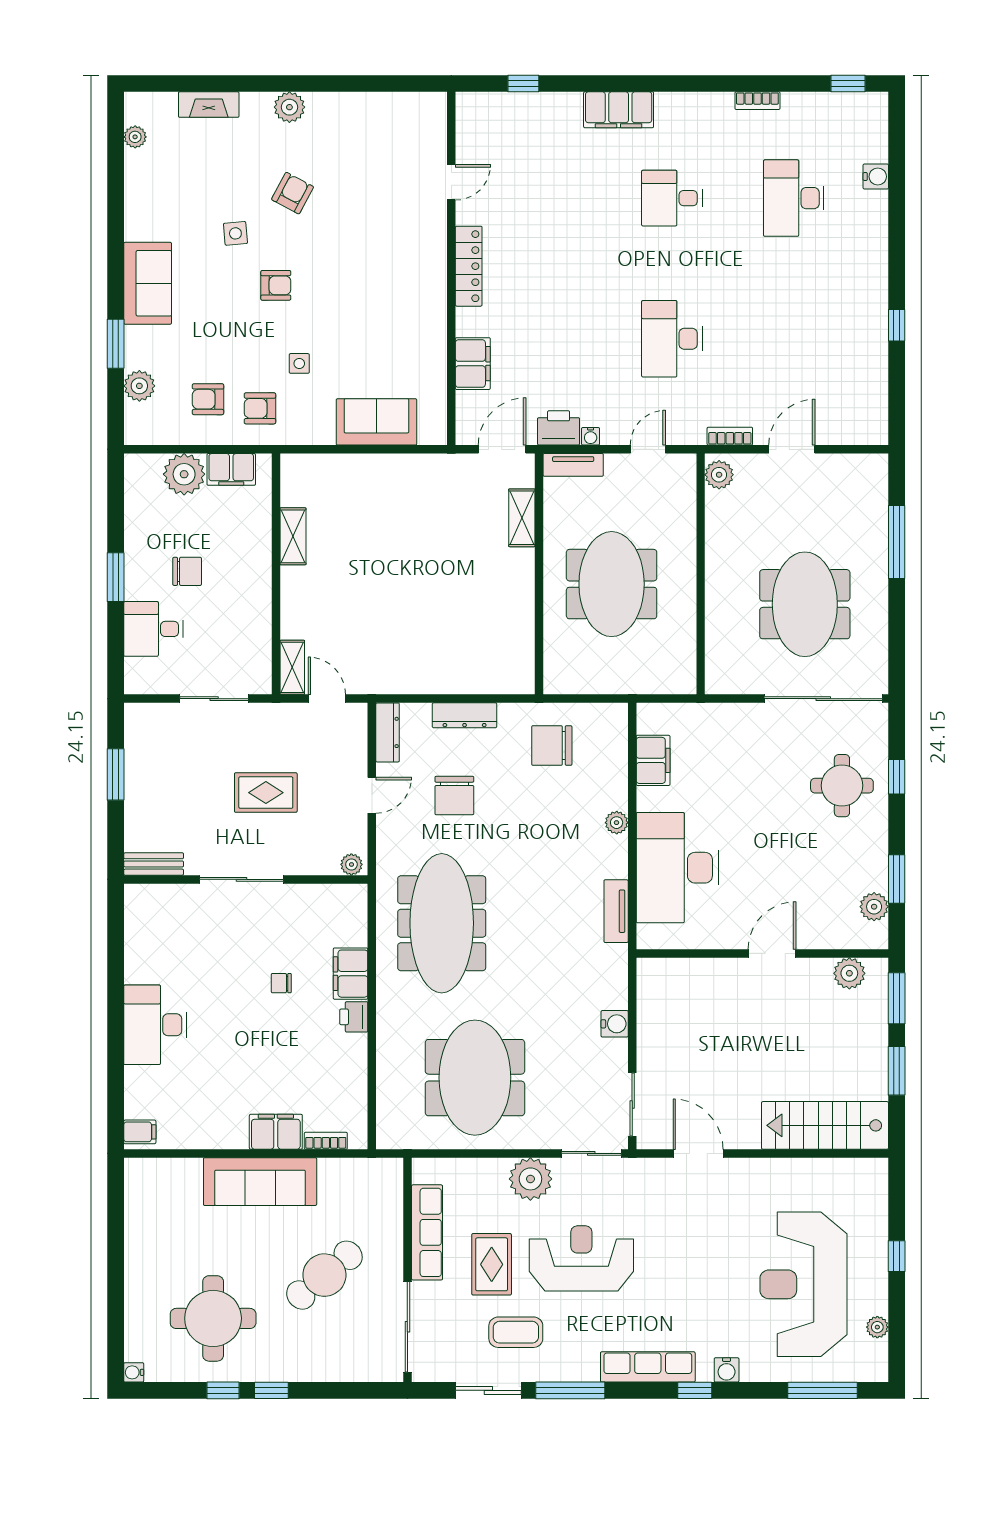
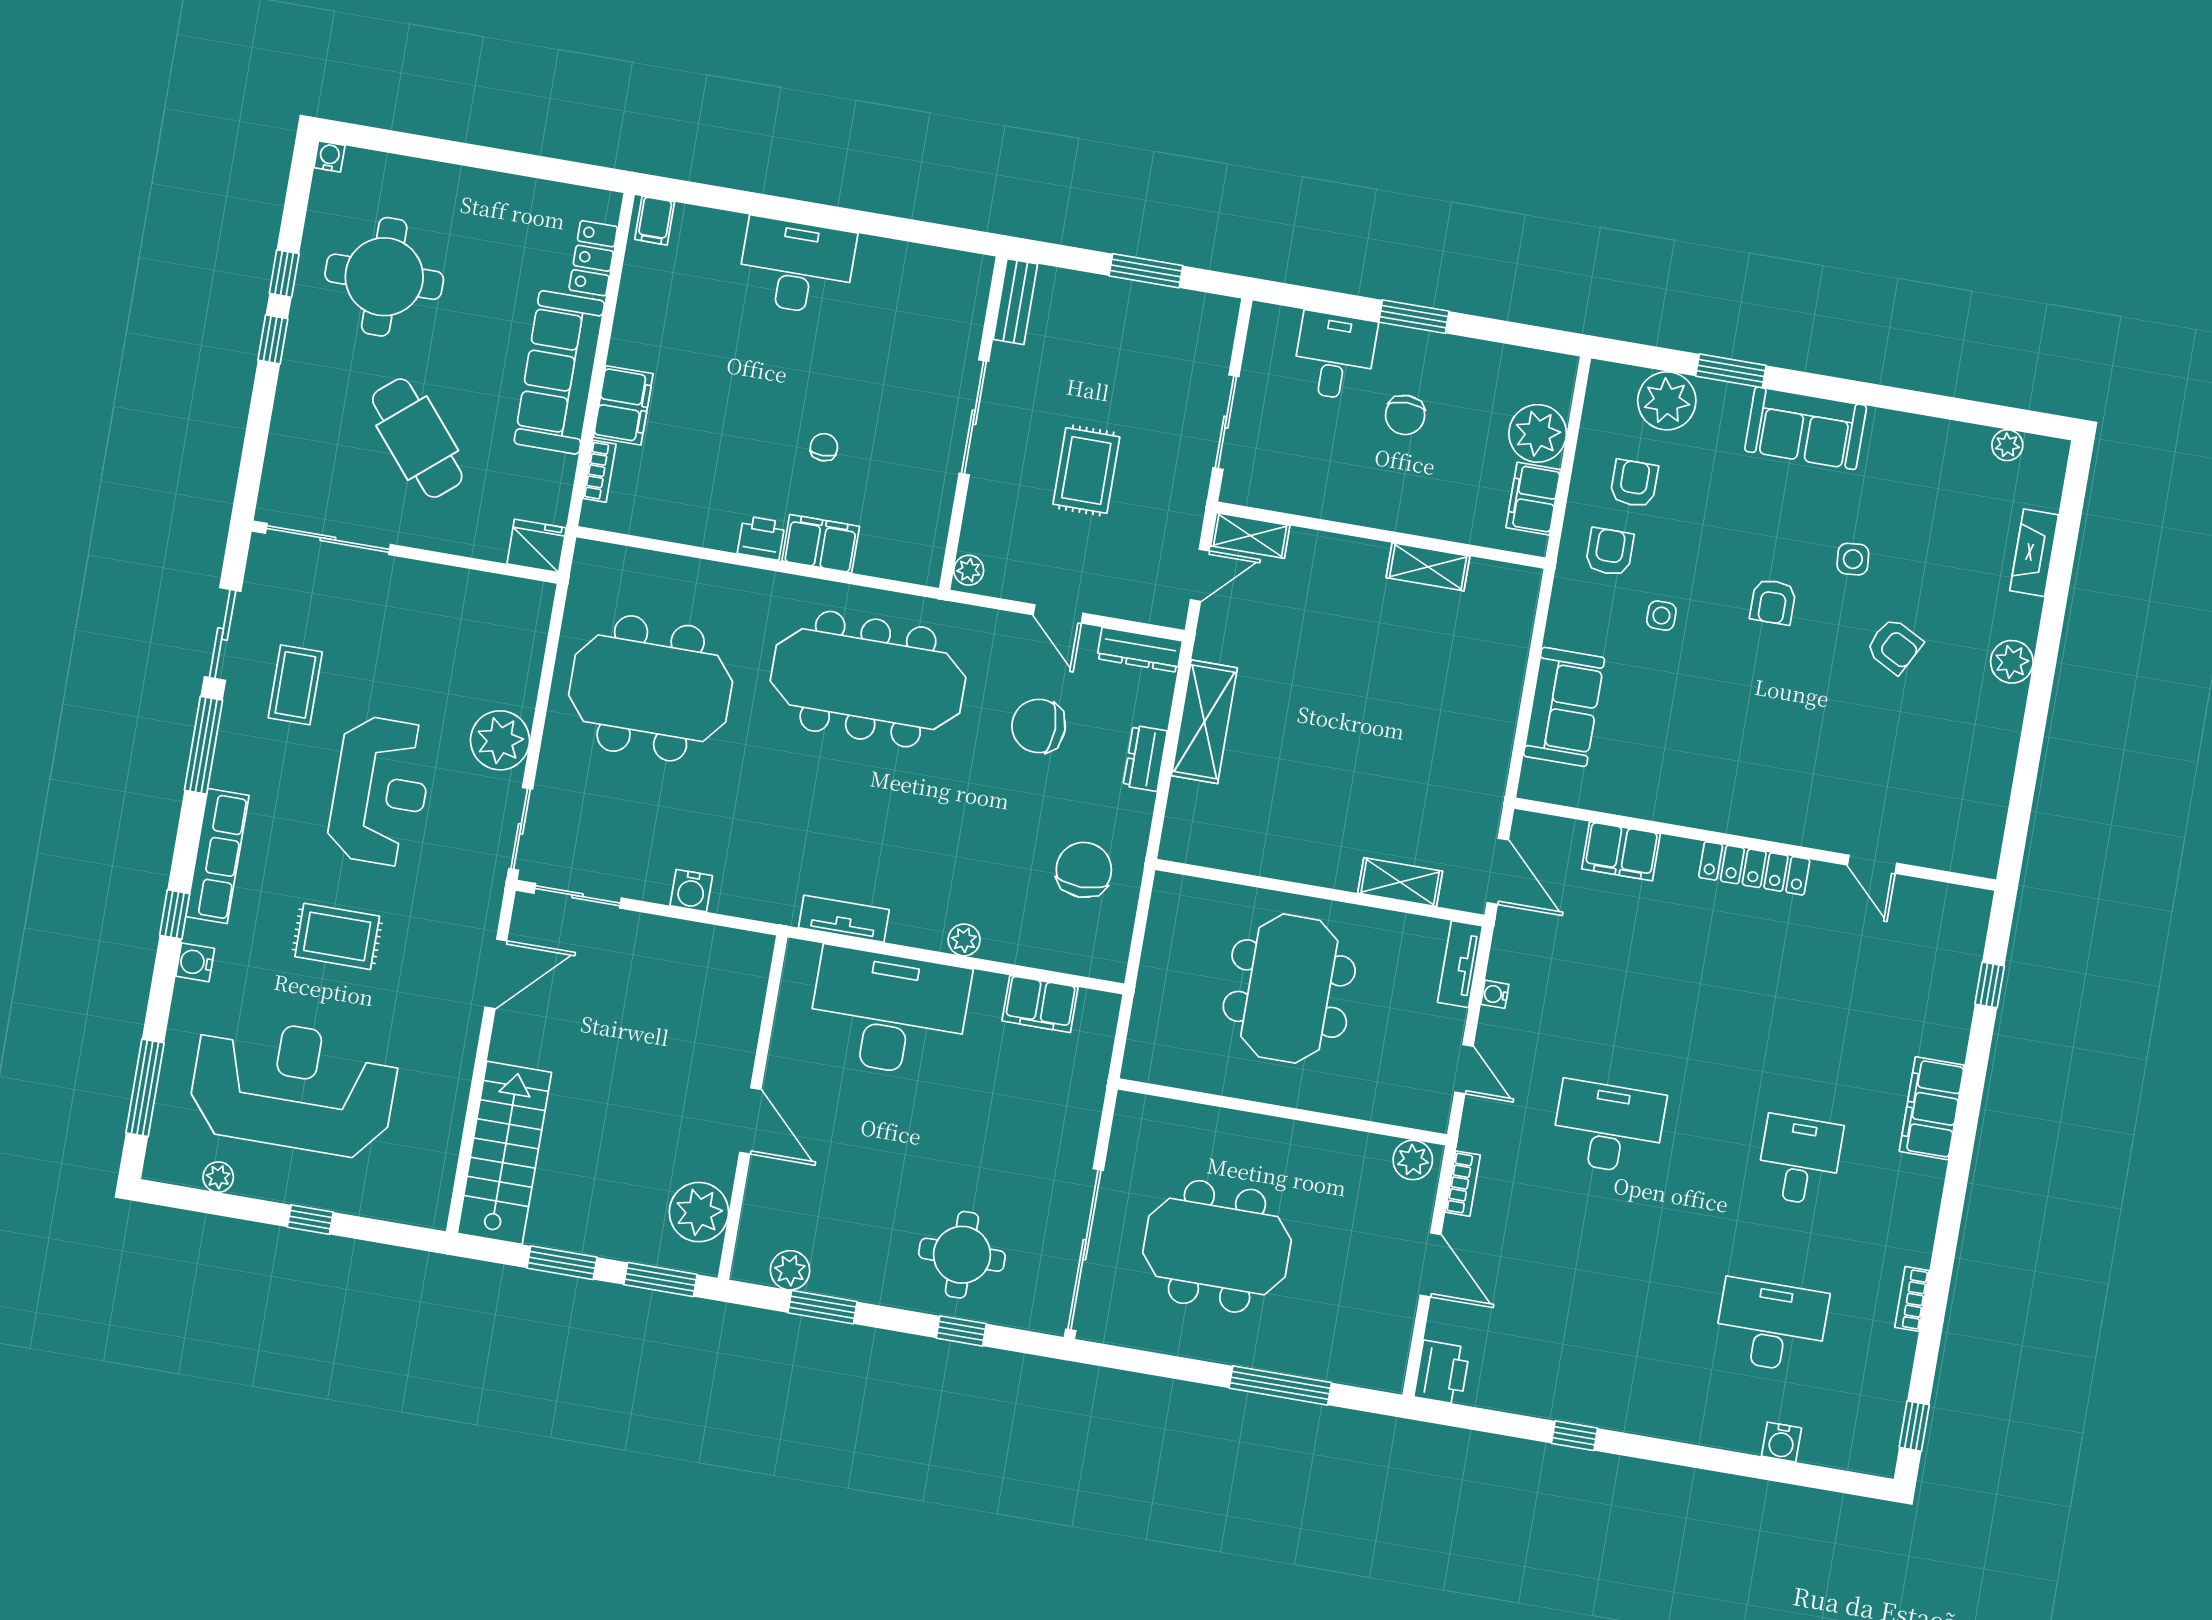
plant: (139, 386) -> (1667, 401), width x1.36, depth x1.36
printer: (559, 428) -> (1442, 1372), moved
meeting table: (612, 584) -> (1289, 989), turned 90
shelving: (431, 677) -> (1204, 722), added
dresser: (465, 715) -> (1145, 758), width x0.70
plant: (849, 973) -> (699, 1212), width x1.36, depth x1.36
locker: (174, 1171) -> (593, 258), added
fridge: (387, 1177) -> (537, 546), added
row of seats: (427, 1232) -> (451, 587), removed
rug: (492, 1264) -> (337, 936), moved

